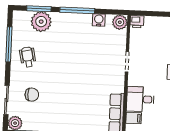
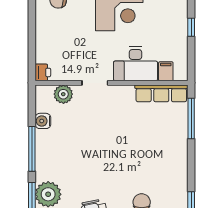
plant: (120, 22) -> (63, 94), moved
desk: (140, 99) -> (136, 64), width x1.37

